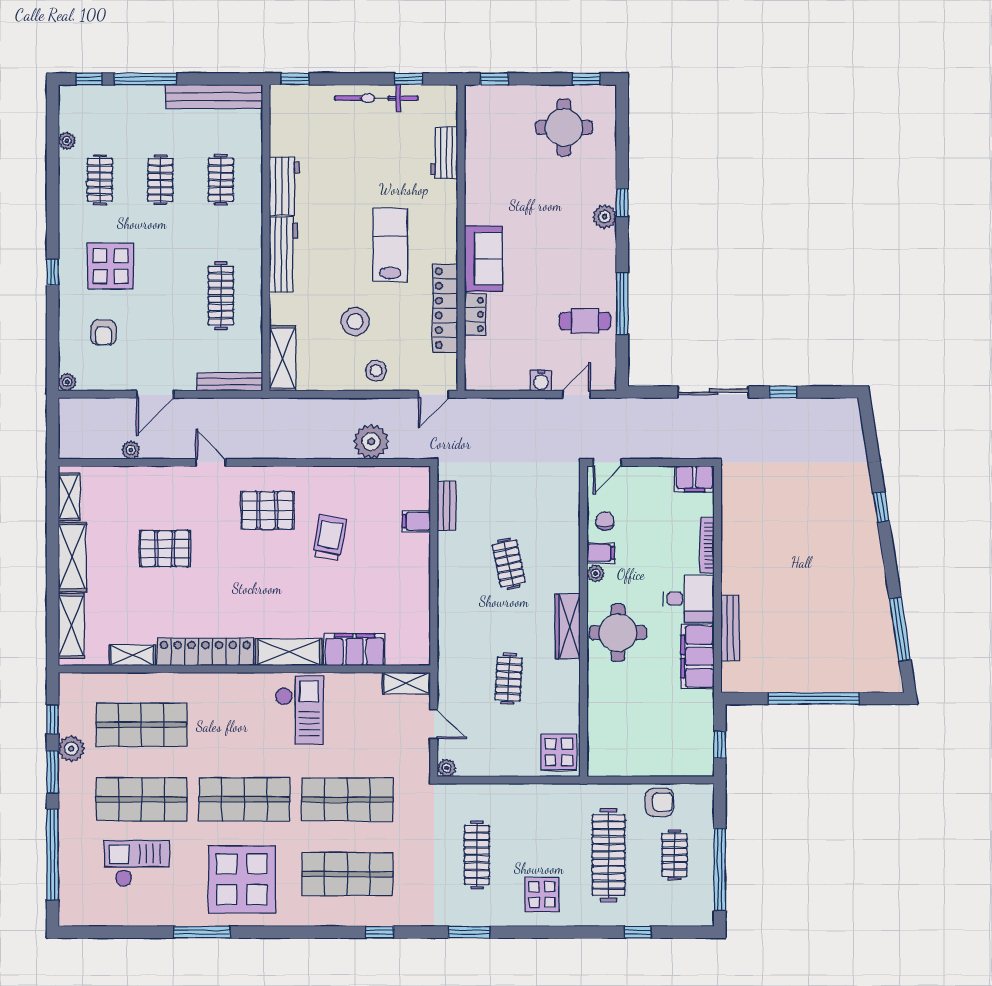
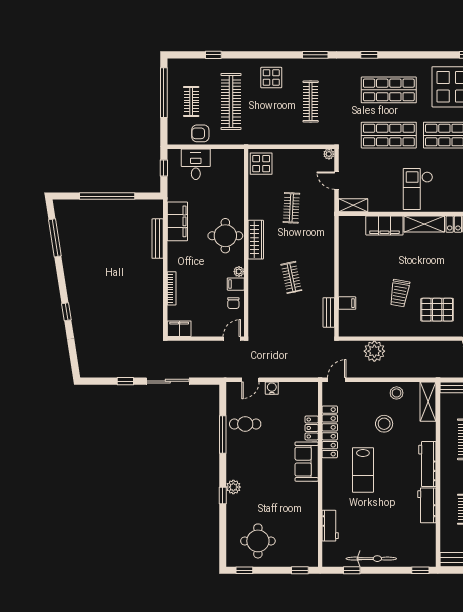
stool: (376, 371) -> (397, 393), moved
desk: (689, 599) -> (196, 164), moved, turned 90

